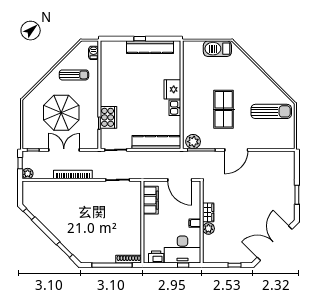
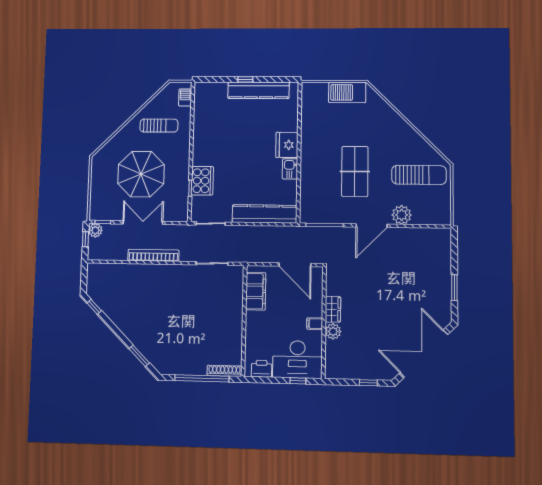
plant: (193, 142) -> (402, 215), moved
plant: (28, 174) -> (95, 230), moved

